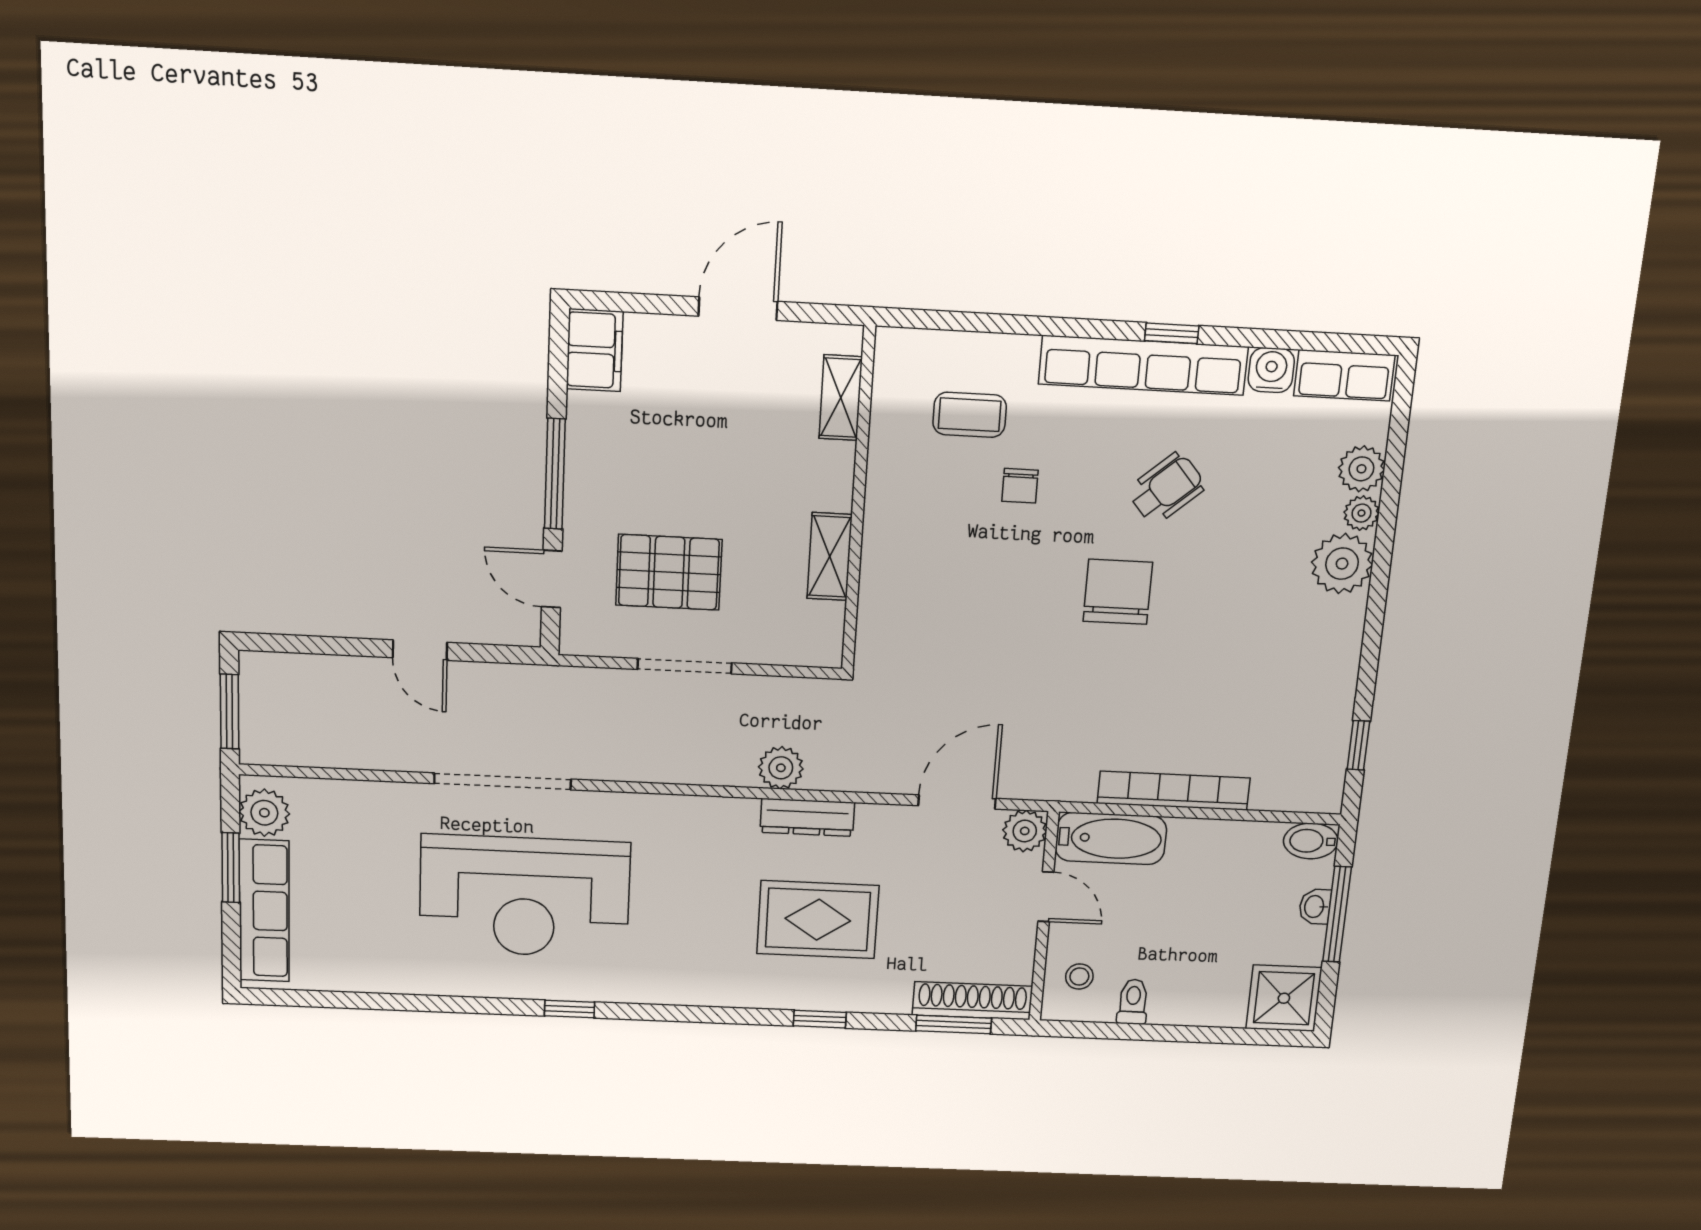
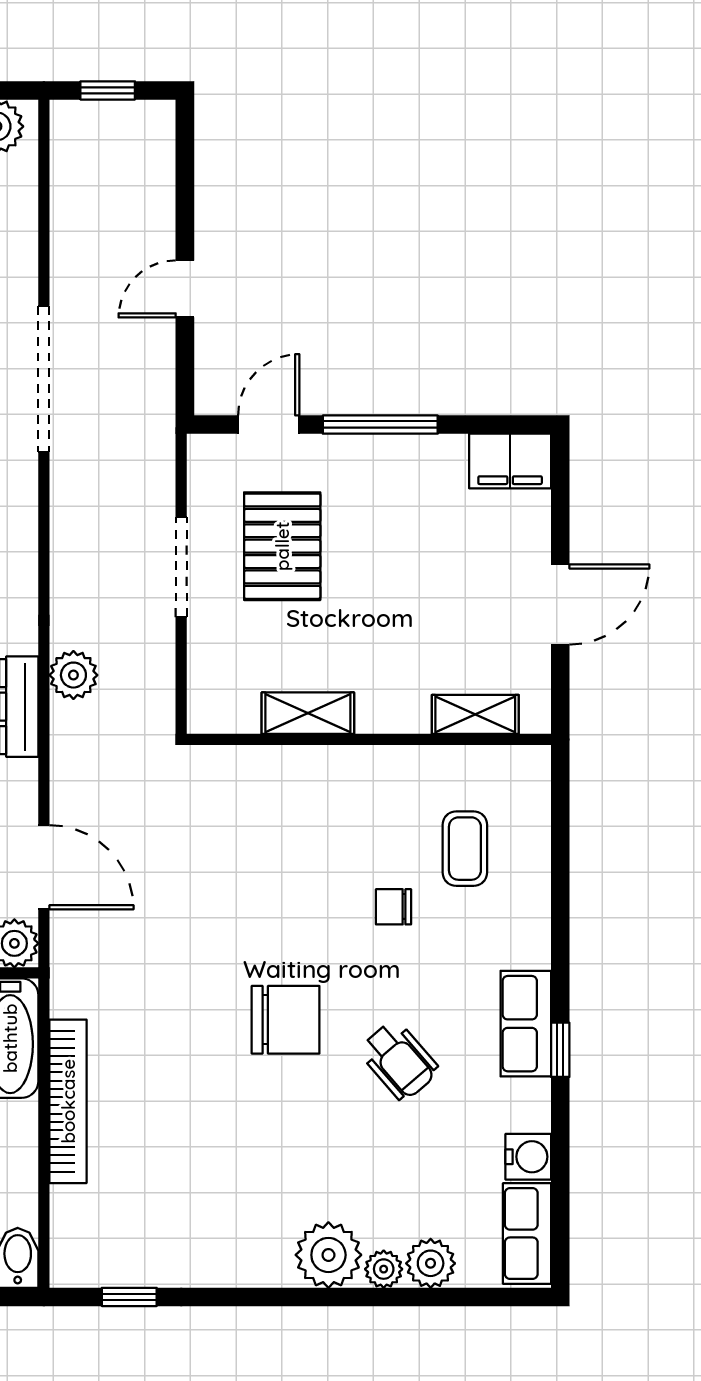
door: (738, 309) -> (560, 604), hinge flipped
row of seats: (1143, 365) -> (526, 1024), width x0.50
window: (229, 711) -> (108, 90), width x0.67

